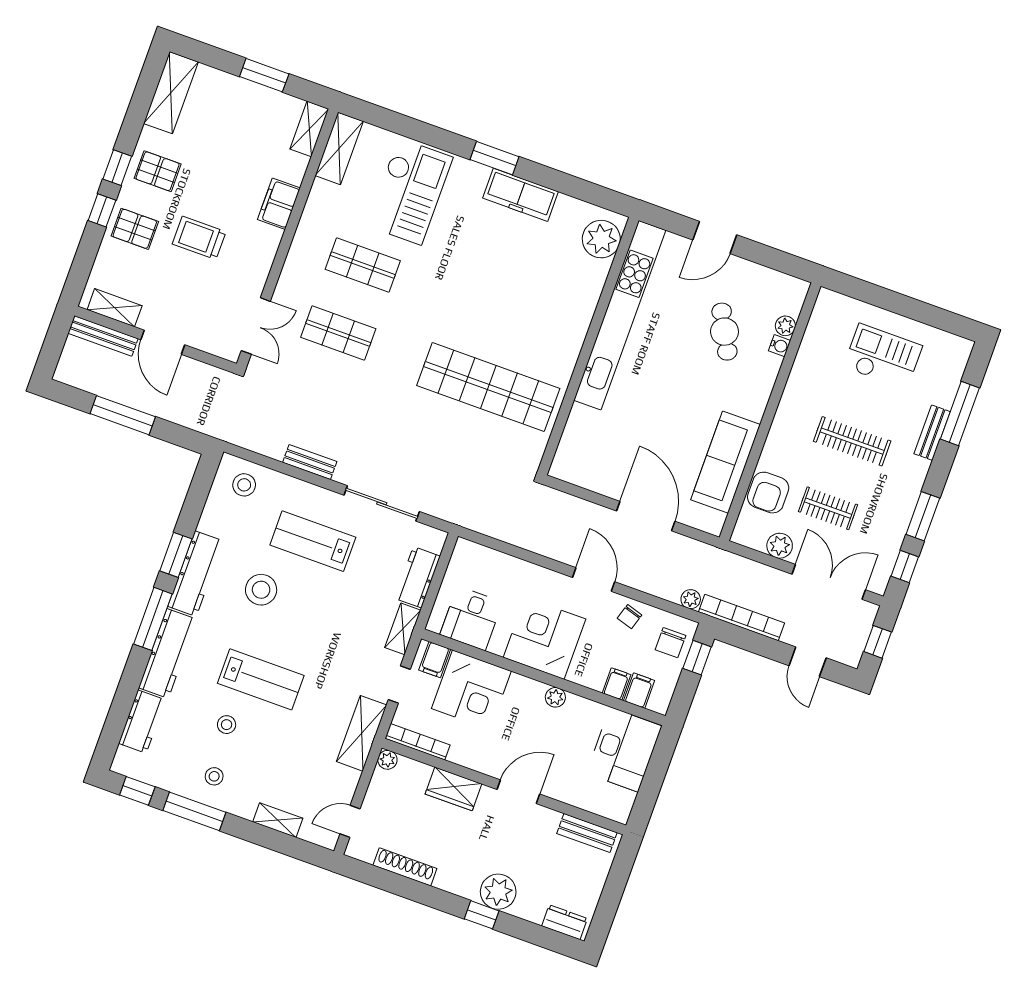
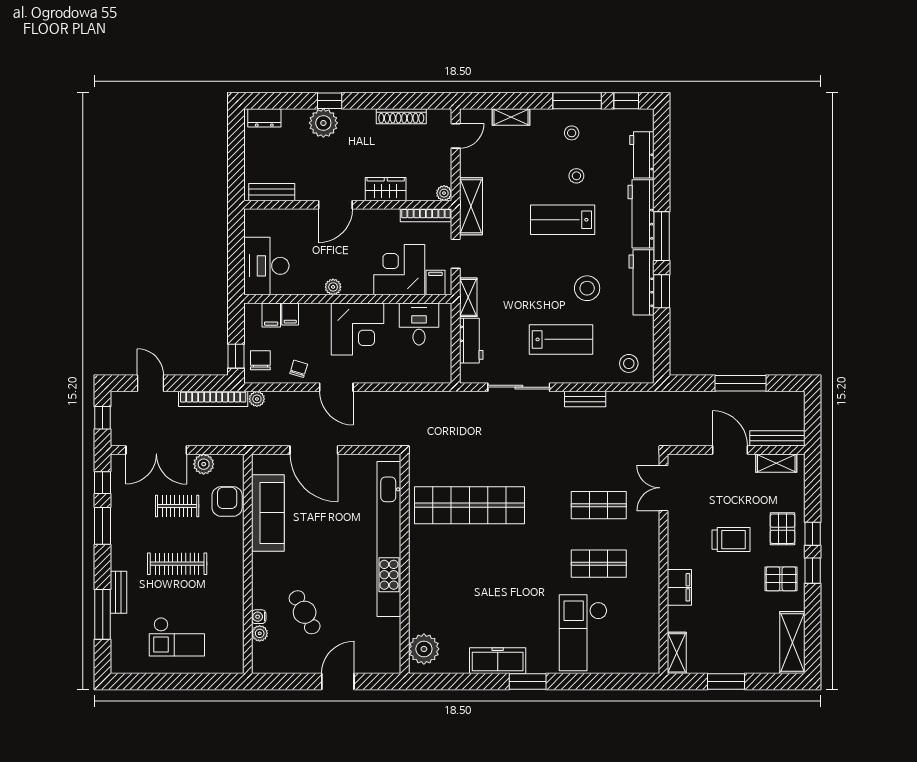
shelving: (339, 148) -> (649, 646), removed
pallet: (135, 229) -> (782, 529), turned 90
kitchen unit: (620, 315) -> (389, 539), moved

